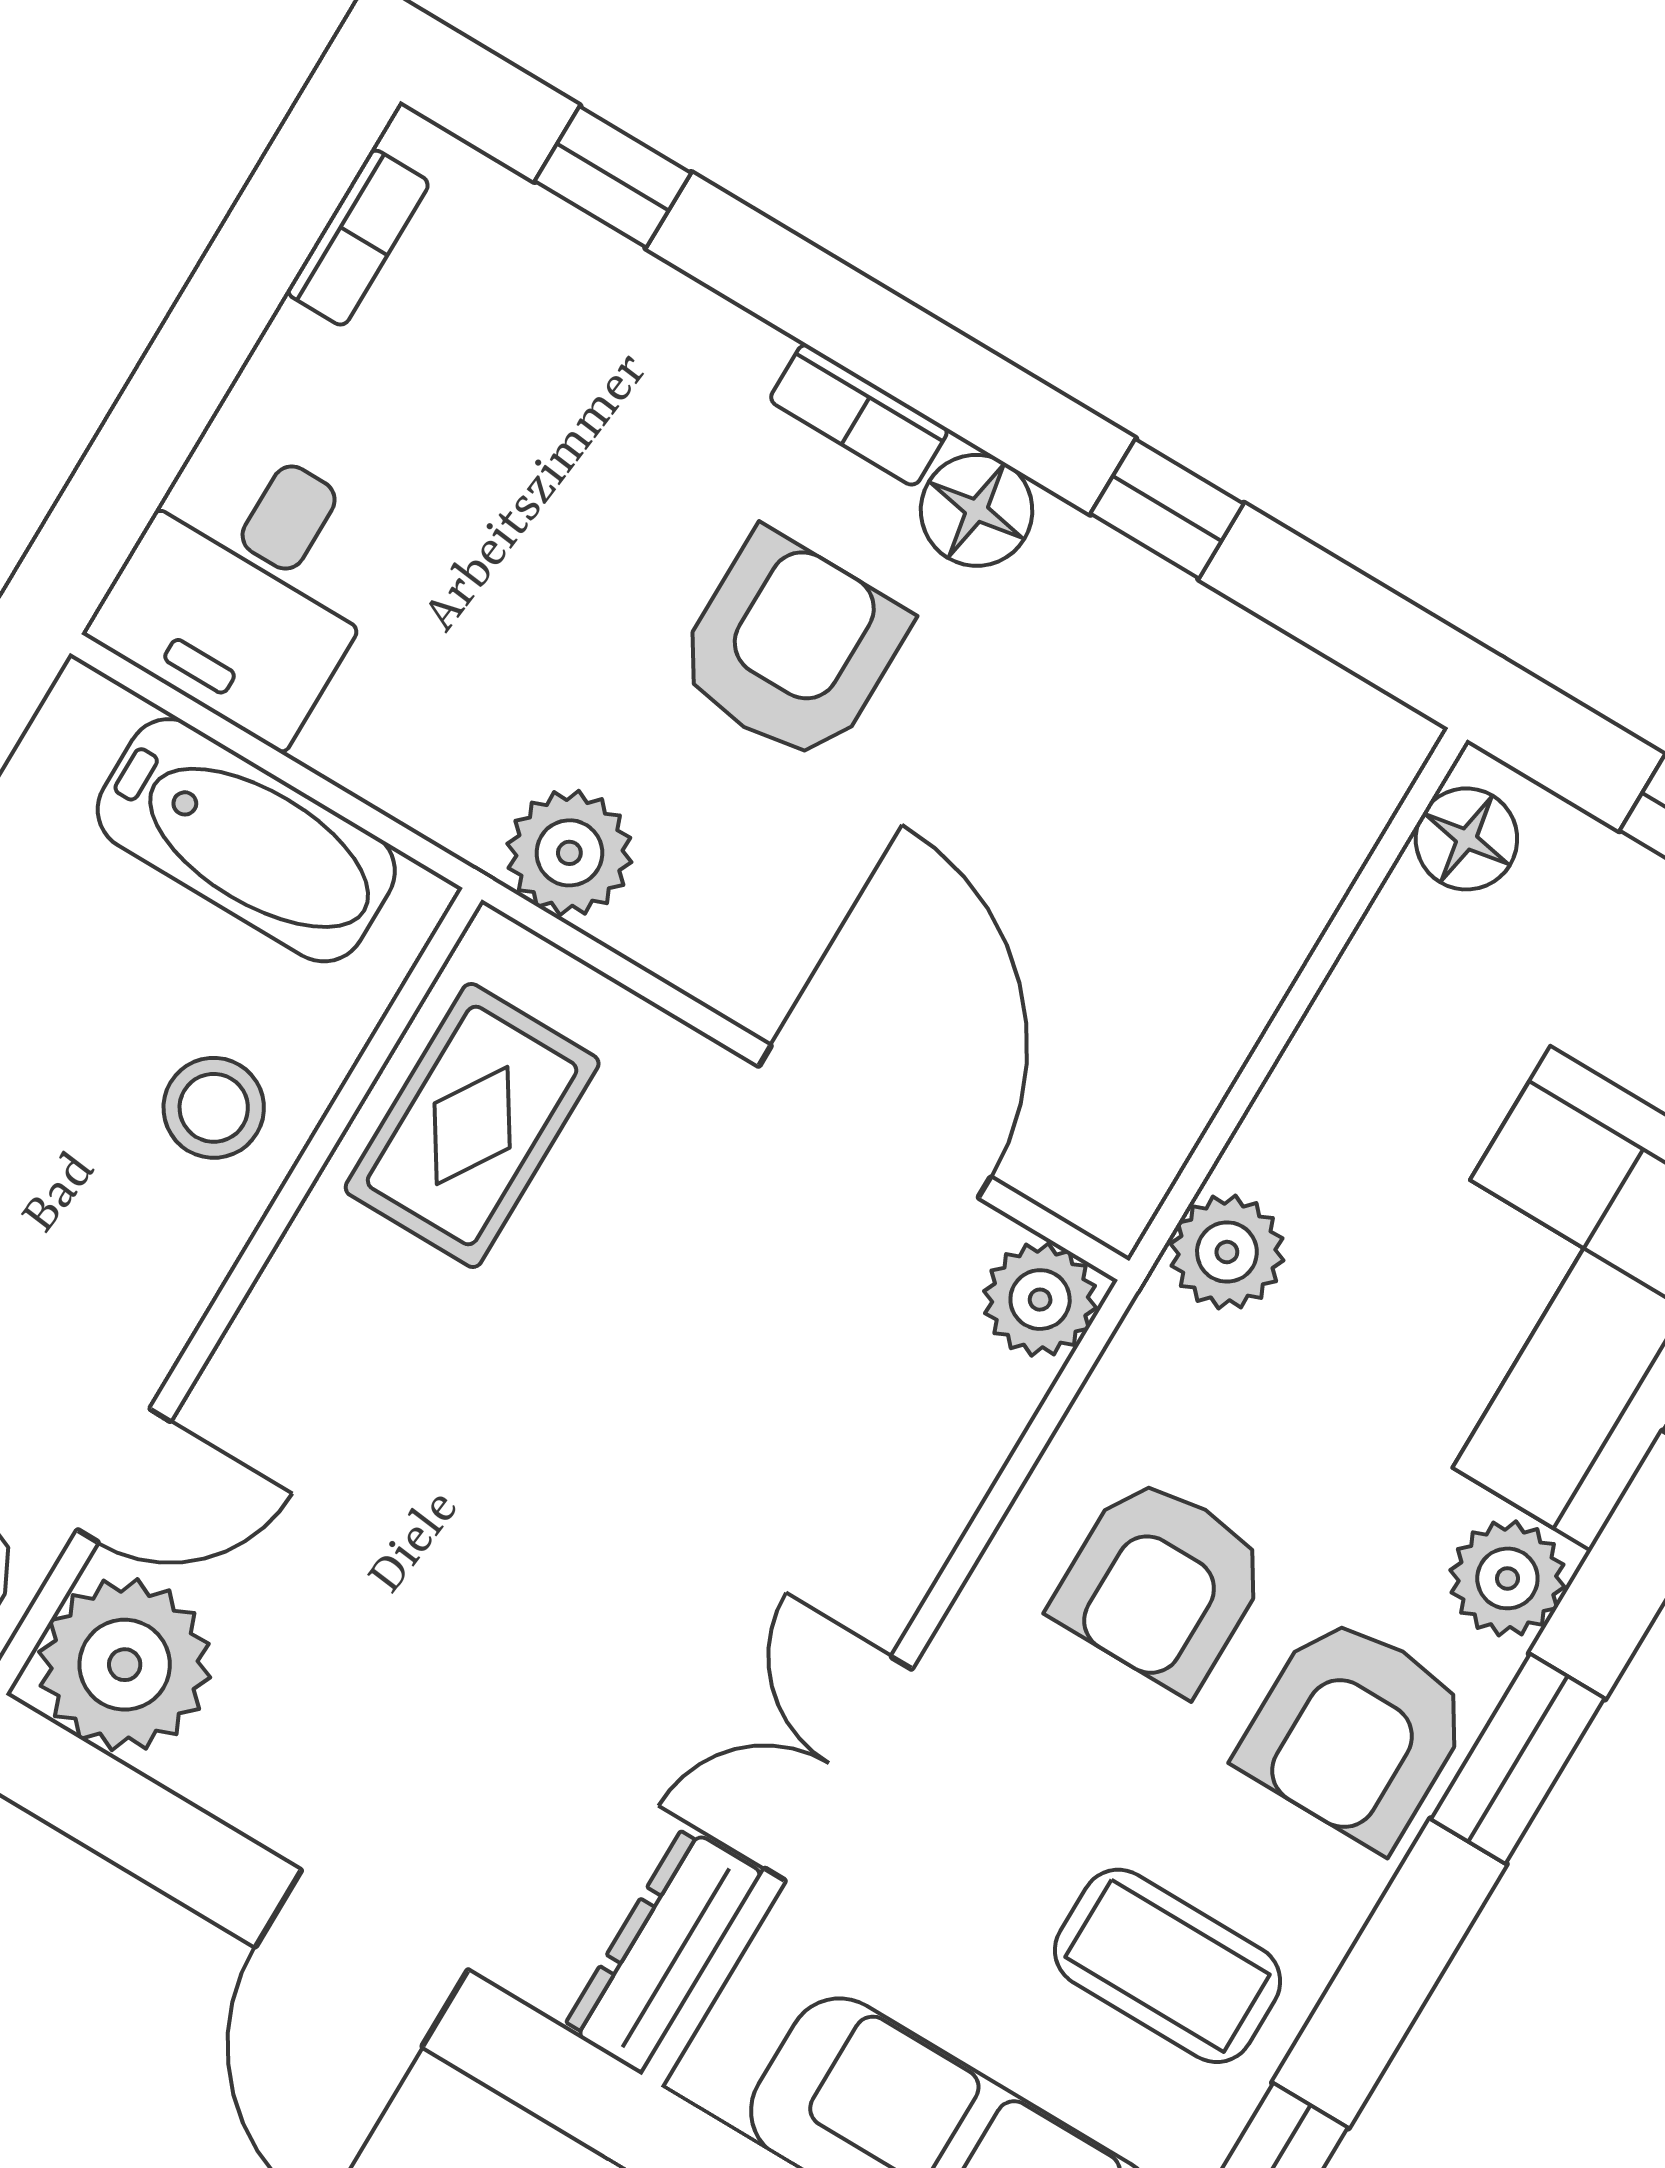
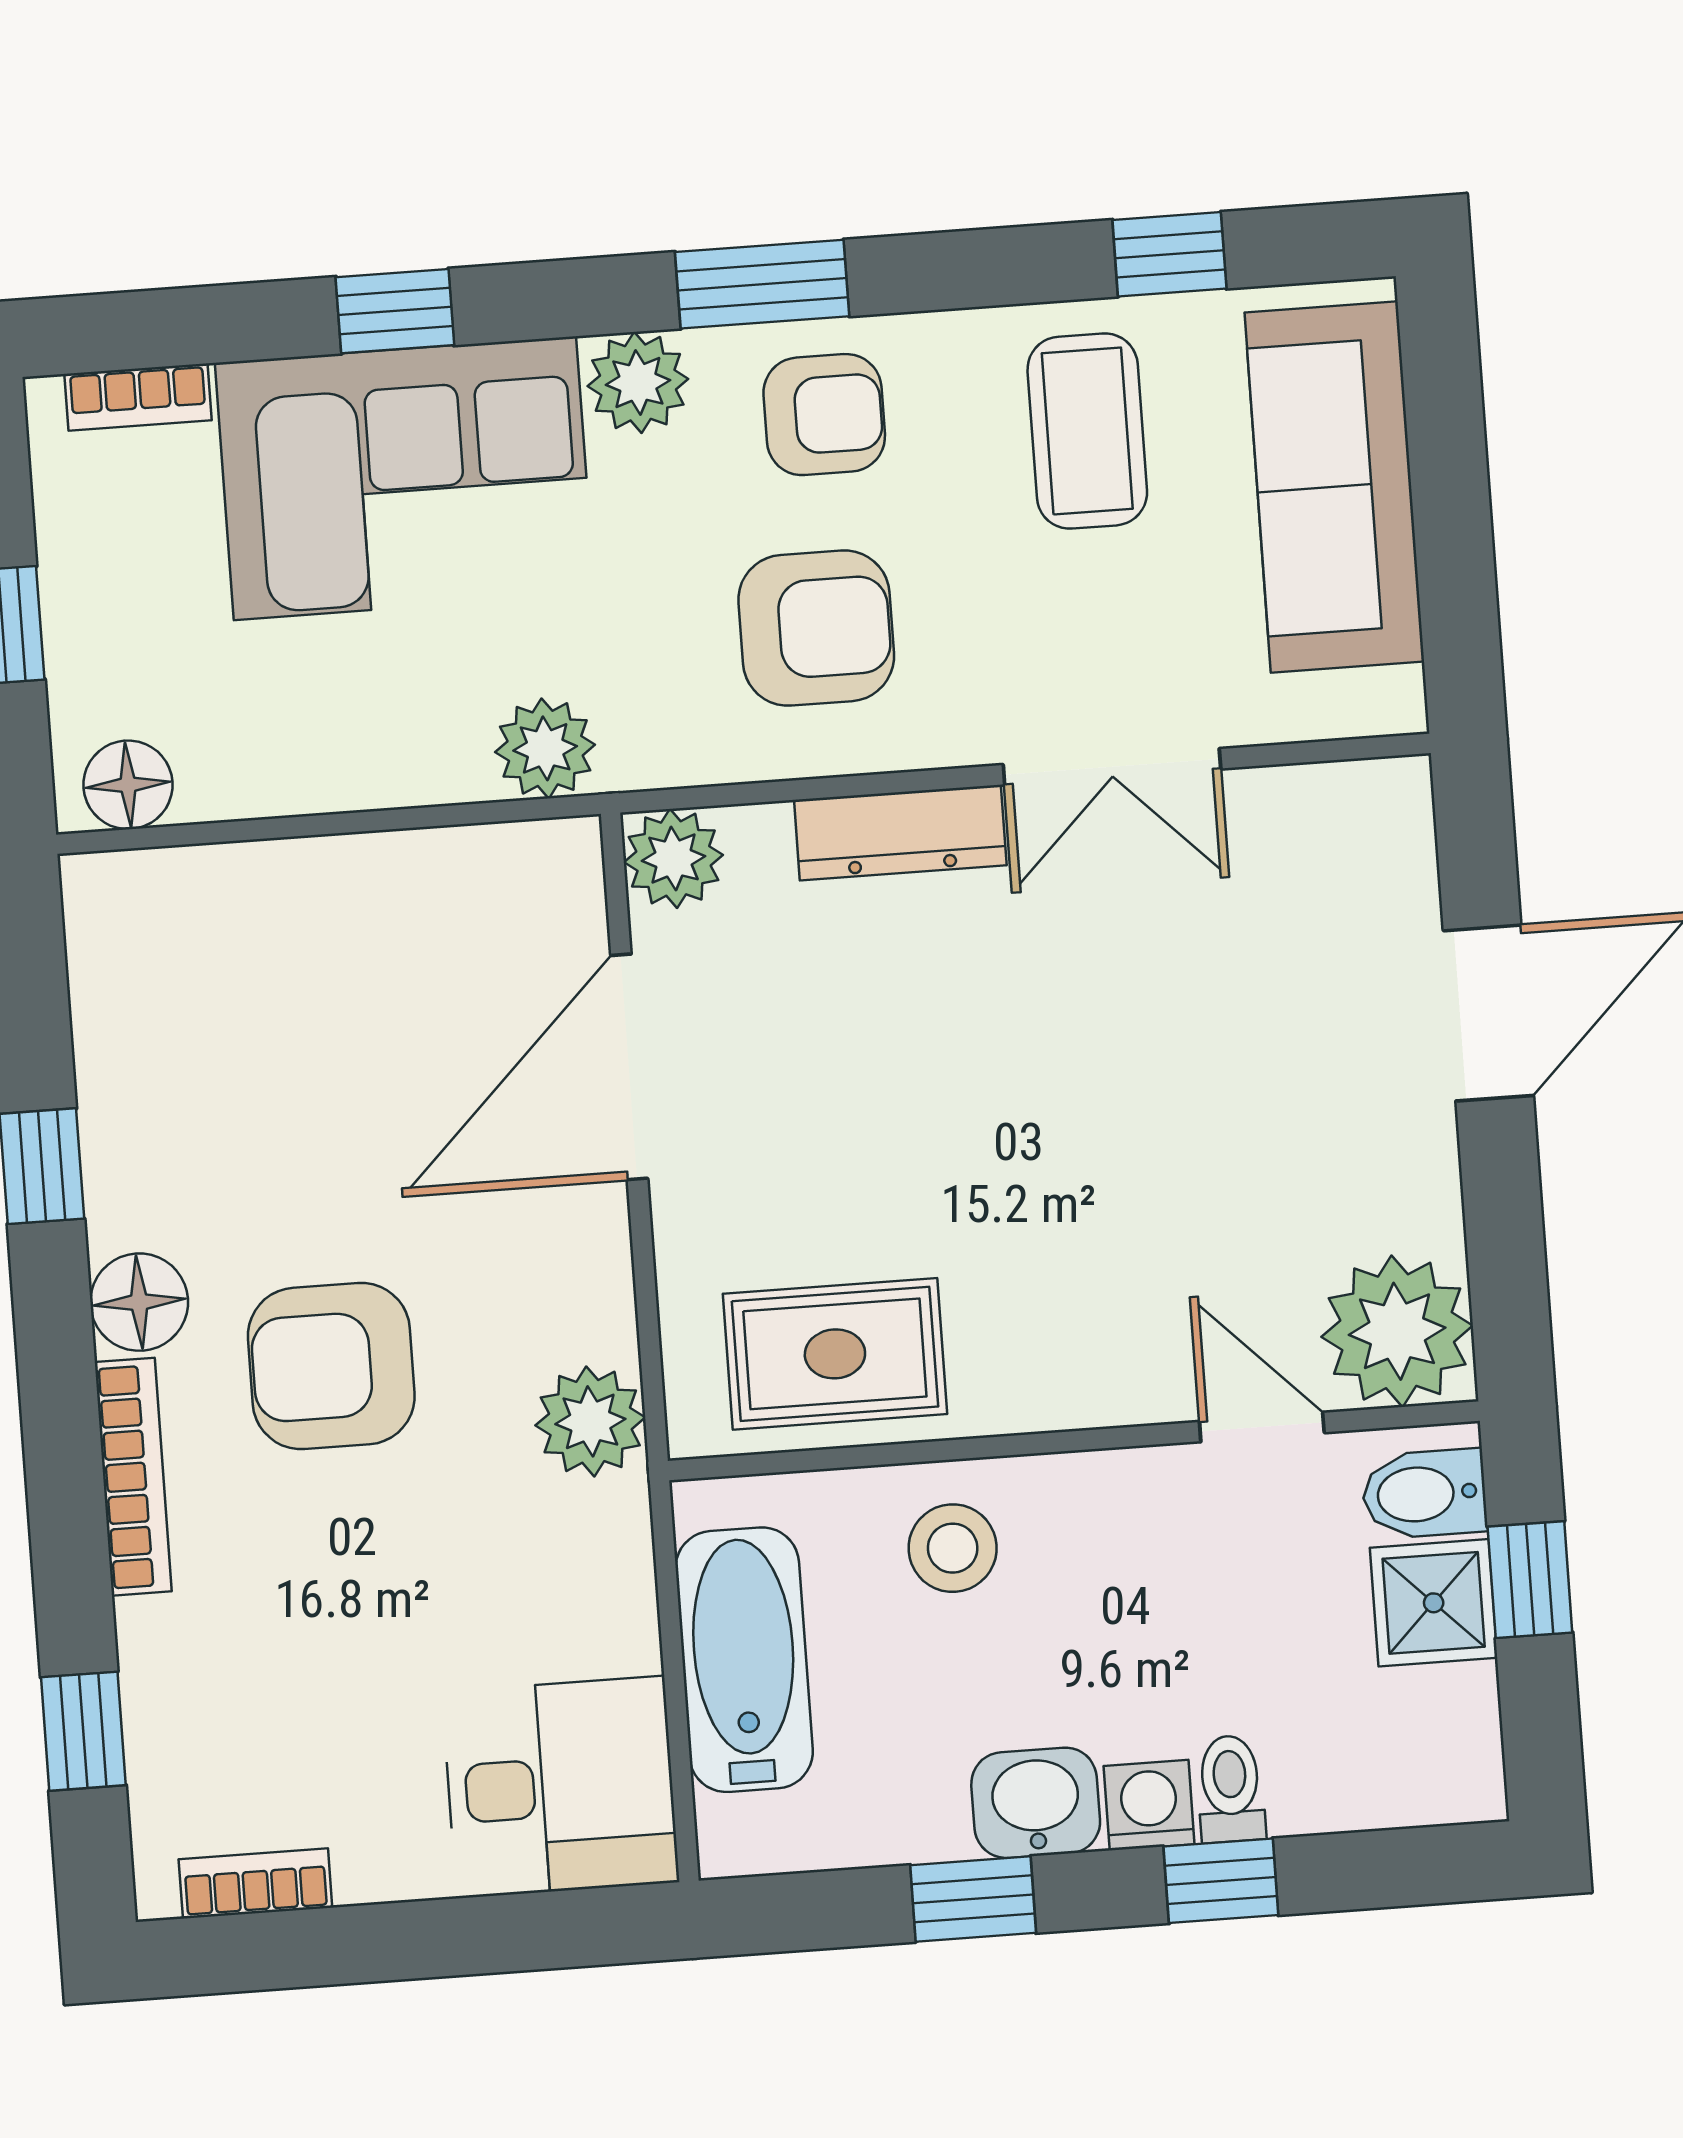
bookcase: (859, 415) -> (133, 1477), width x1.56
armchair: (1355, 1731) -> (824, 415), width x0.72, depth x0.72
dresser: (663, 1950) -> (900, 833), moved

